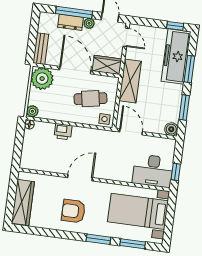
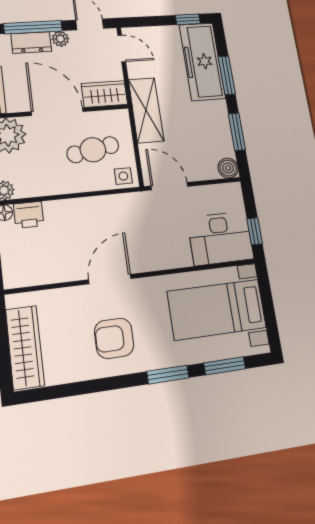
printer: (63, 132) -> (29, 215), moved

